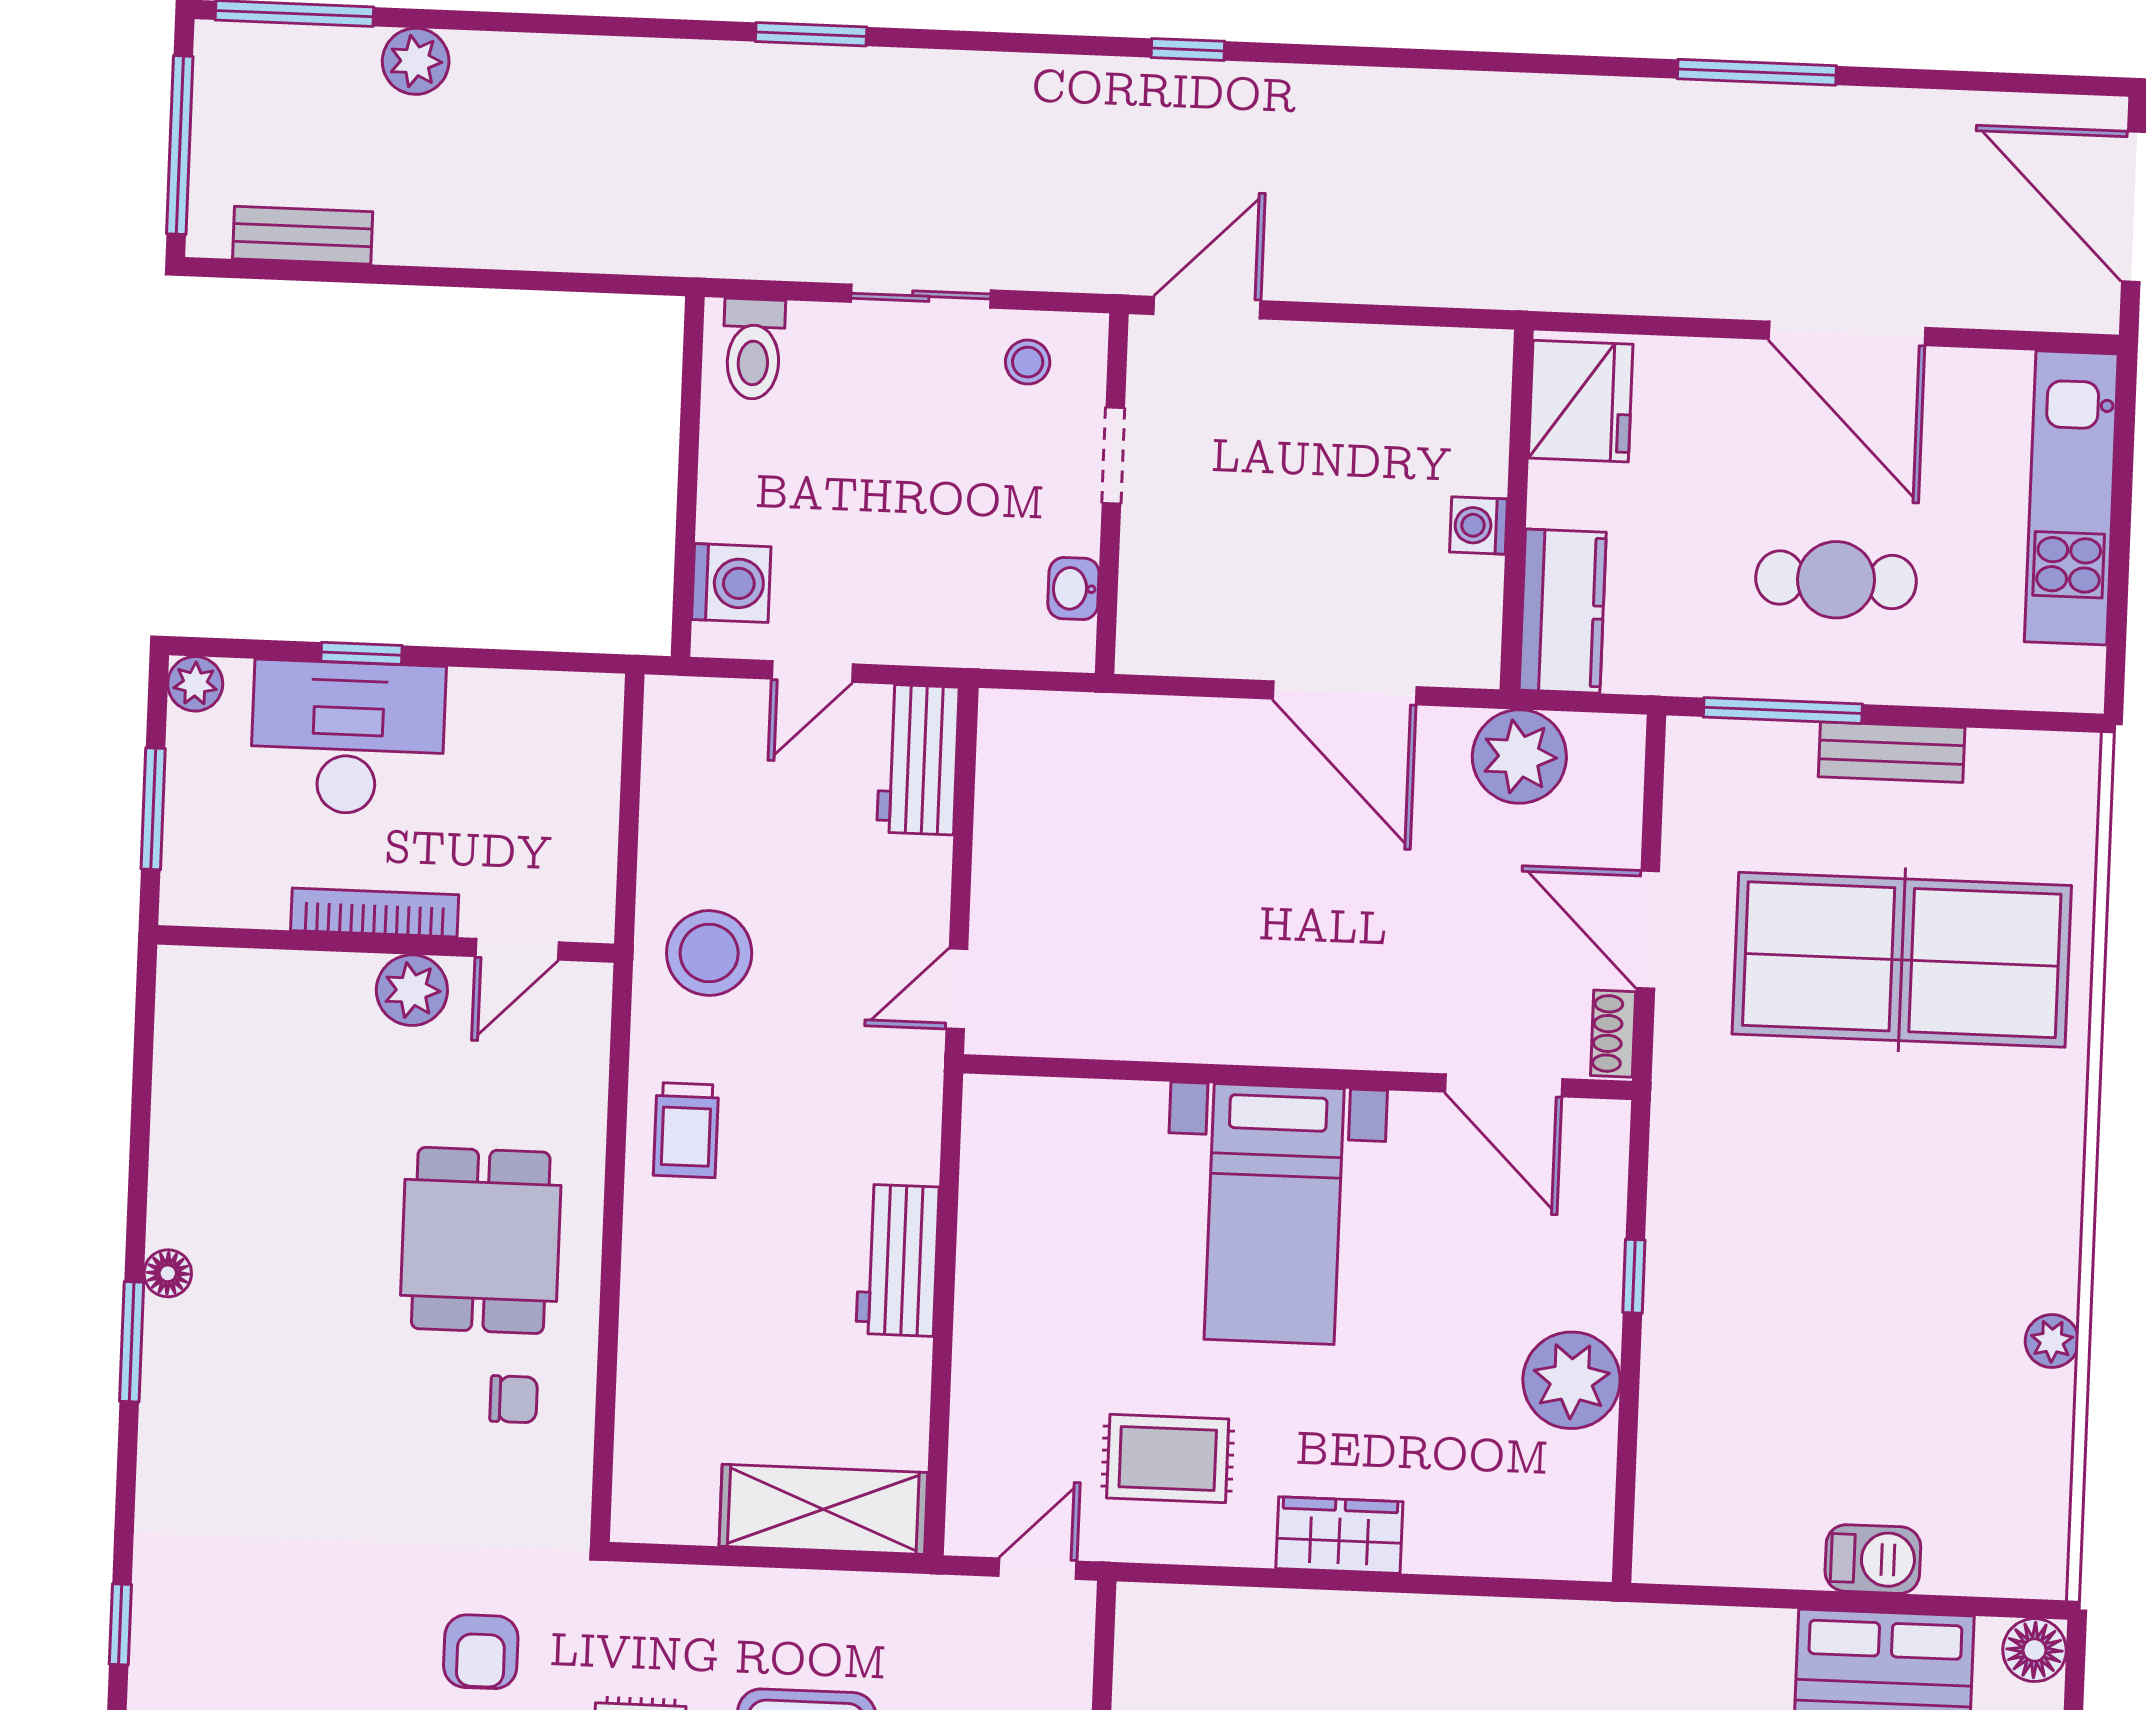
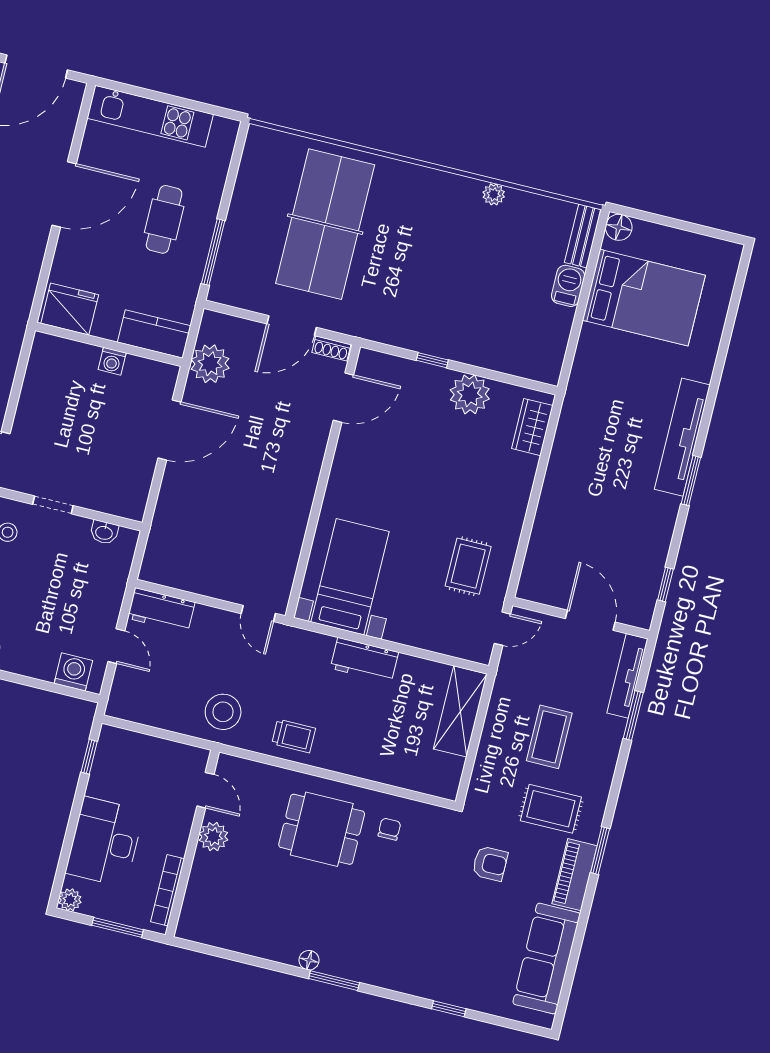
window: (361, 653) -> (89, 757), moved
bench: (1892, 752) -> (583, 236), moved
bookcase: (375, 913) -> (168, 890), moved
bed with nightstands: (1274, 1214) -> (350, 577), moved, turned -90
wardrobe: (1339, 1535) -> (532, 427), moved
door: (1038, 1569) -> (502, 629), swing flipped

